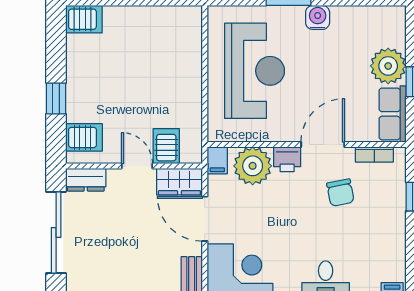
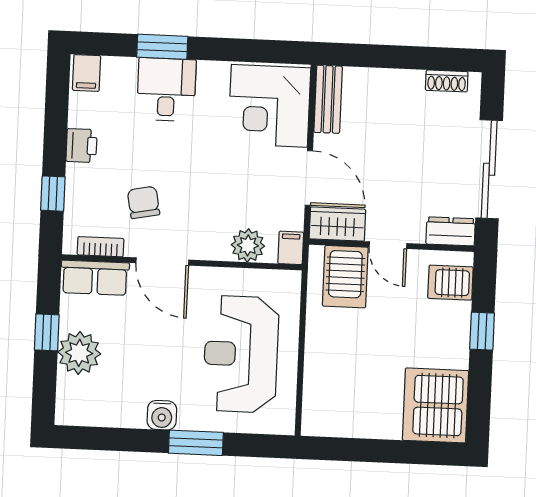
server rack: (84, 19) -> (435, 405), width x2.18, depth x1.44
row of seats: (393, 114) -> (95, 278), moved, turned 90
door: (323, 144) -> (162, 261), hinge flipped
server rack: (166, 146) -> (345, 277), width x1.36, depth x1.44
printer: (287, 159) -> (82, 146), moved, turned 90
plant: (253, 166) -> (248, 245), width x0.73, depth x0.73

